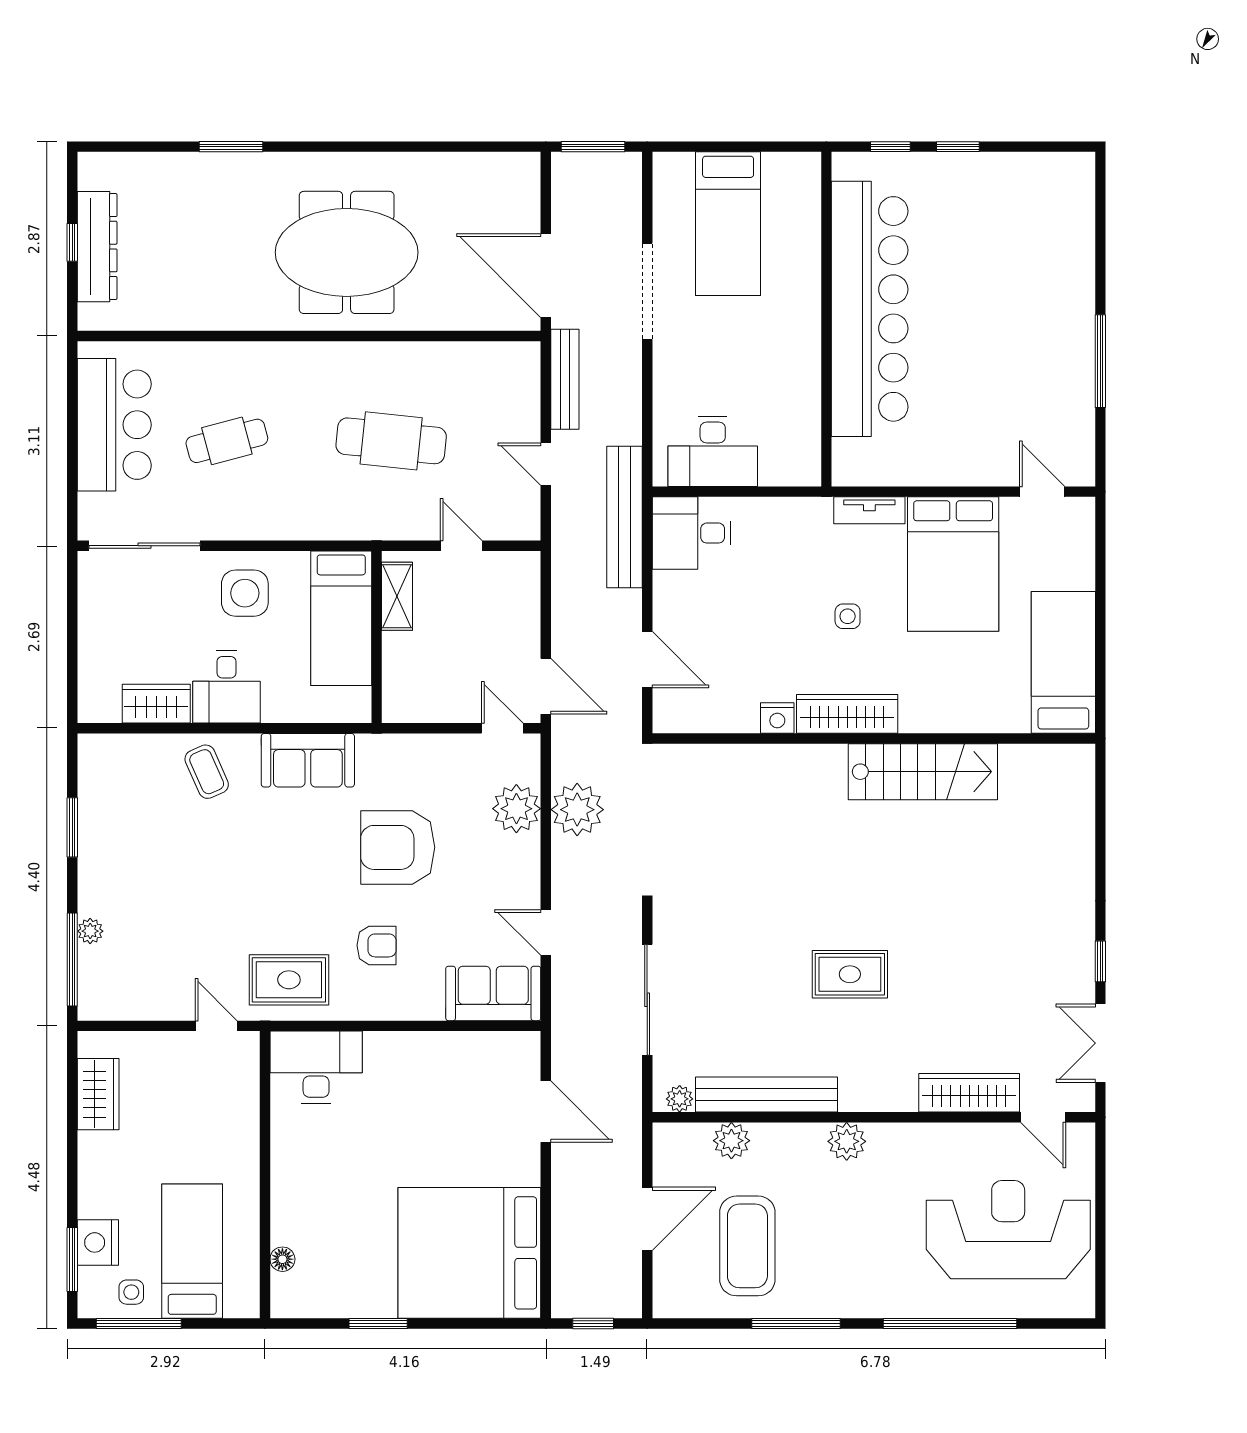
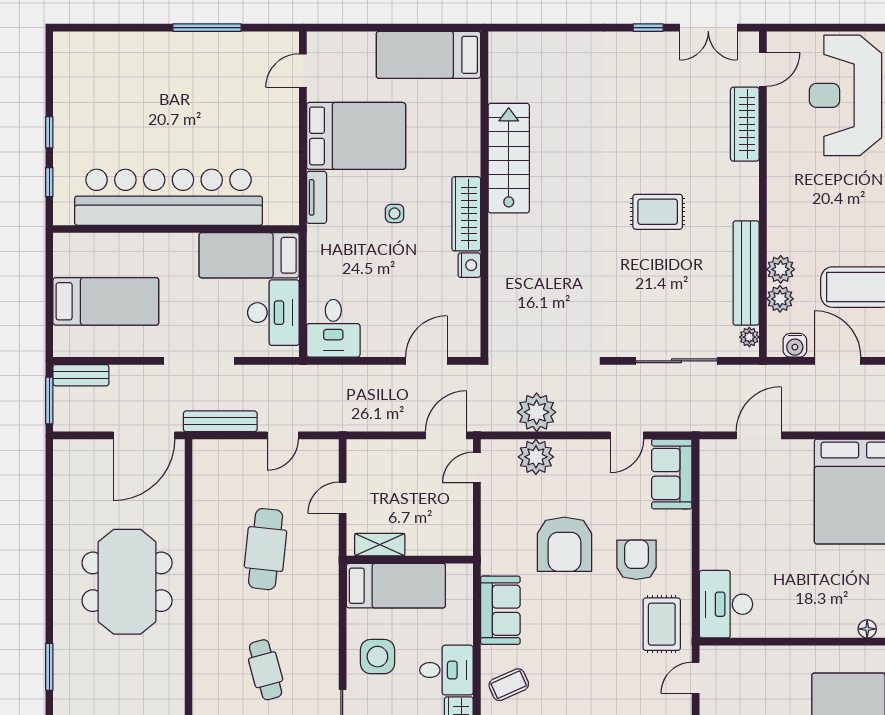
doorway: (647, 291) -> (199, 361), moved
bed: (791, 418) -> (249, 255), added
bench: (625, 517) -> (81, 375), moved, width x0.54, depth x0.82
armchair: (377, 945) -> (637, 560), width x1.38, depth x1.38
rug: (850, 974) -> (658, 212), turned 90
plant: (847, 1141) -> (781, 269), moved
water cooler: (668, 1161) -> (795, 345), added

